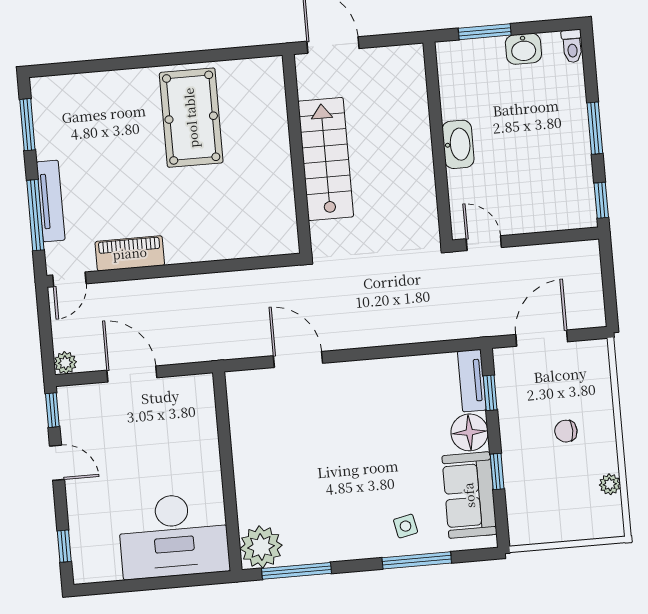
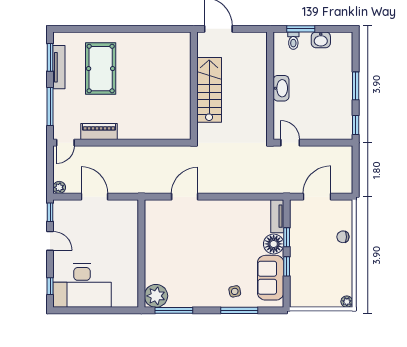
toilet: (572, 46) -> (293, 41), moved
pool table: (191, 118) -> (101, 69), moved
tv unit: (51, 201) -> (59, 67), moved
door: (298, 359) -> (185, 197), hinge flipped
window: (490, 393) -> (287, 237), moved
chair: (566, 431) -> (343, 237), moved
plant: (610, 484) -> (347, 302), moved
desk: (174, 536) -> (82, 286), moved

